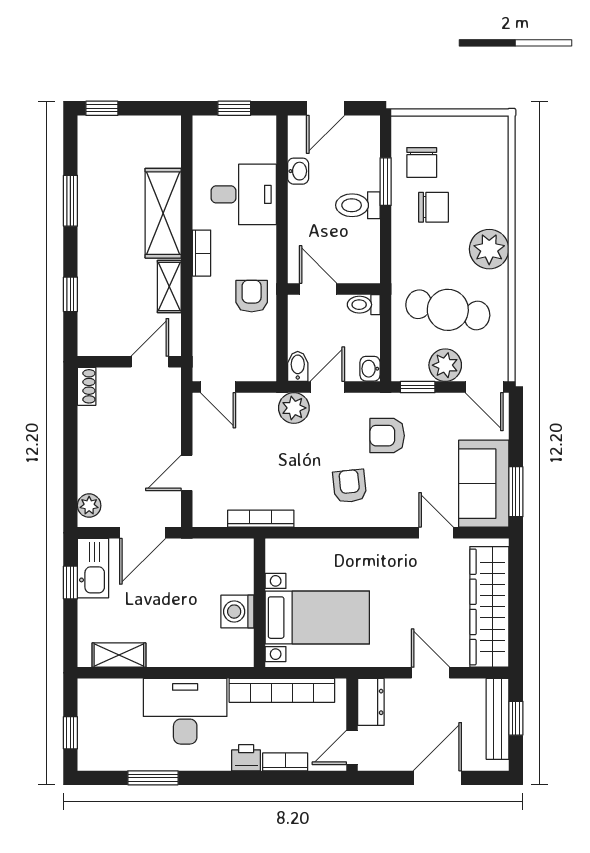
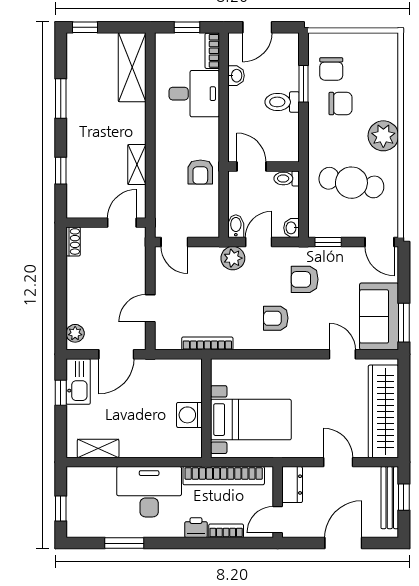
shelving: (163, 213) -> (132, 67), moved
bookcase: (201, 253) -> (212, 51), moved, turned 180
armchair: (252, 296) -> (200, 172), turned 180
plant: (445, 365) -> (349, 225), removed
armchair: (350, 486) -> (276, 318), turned -84

